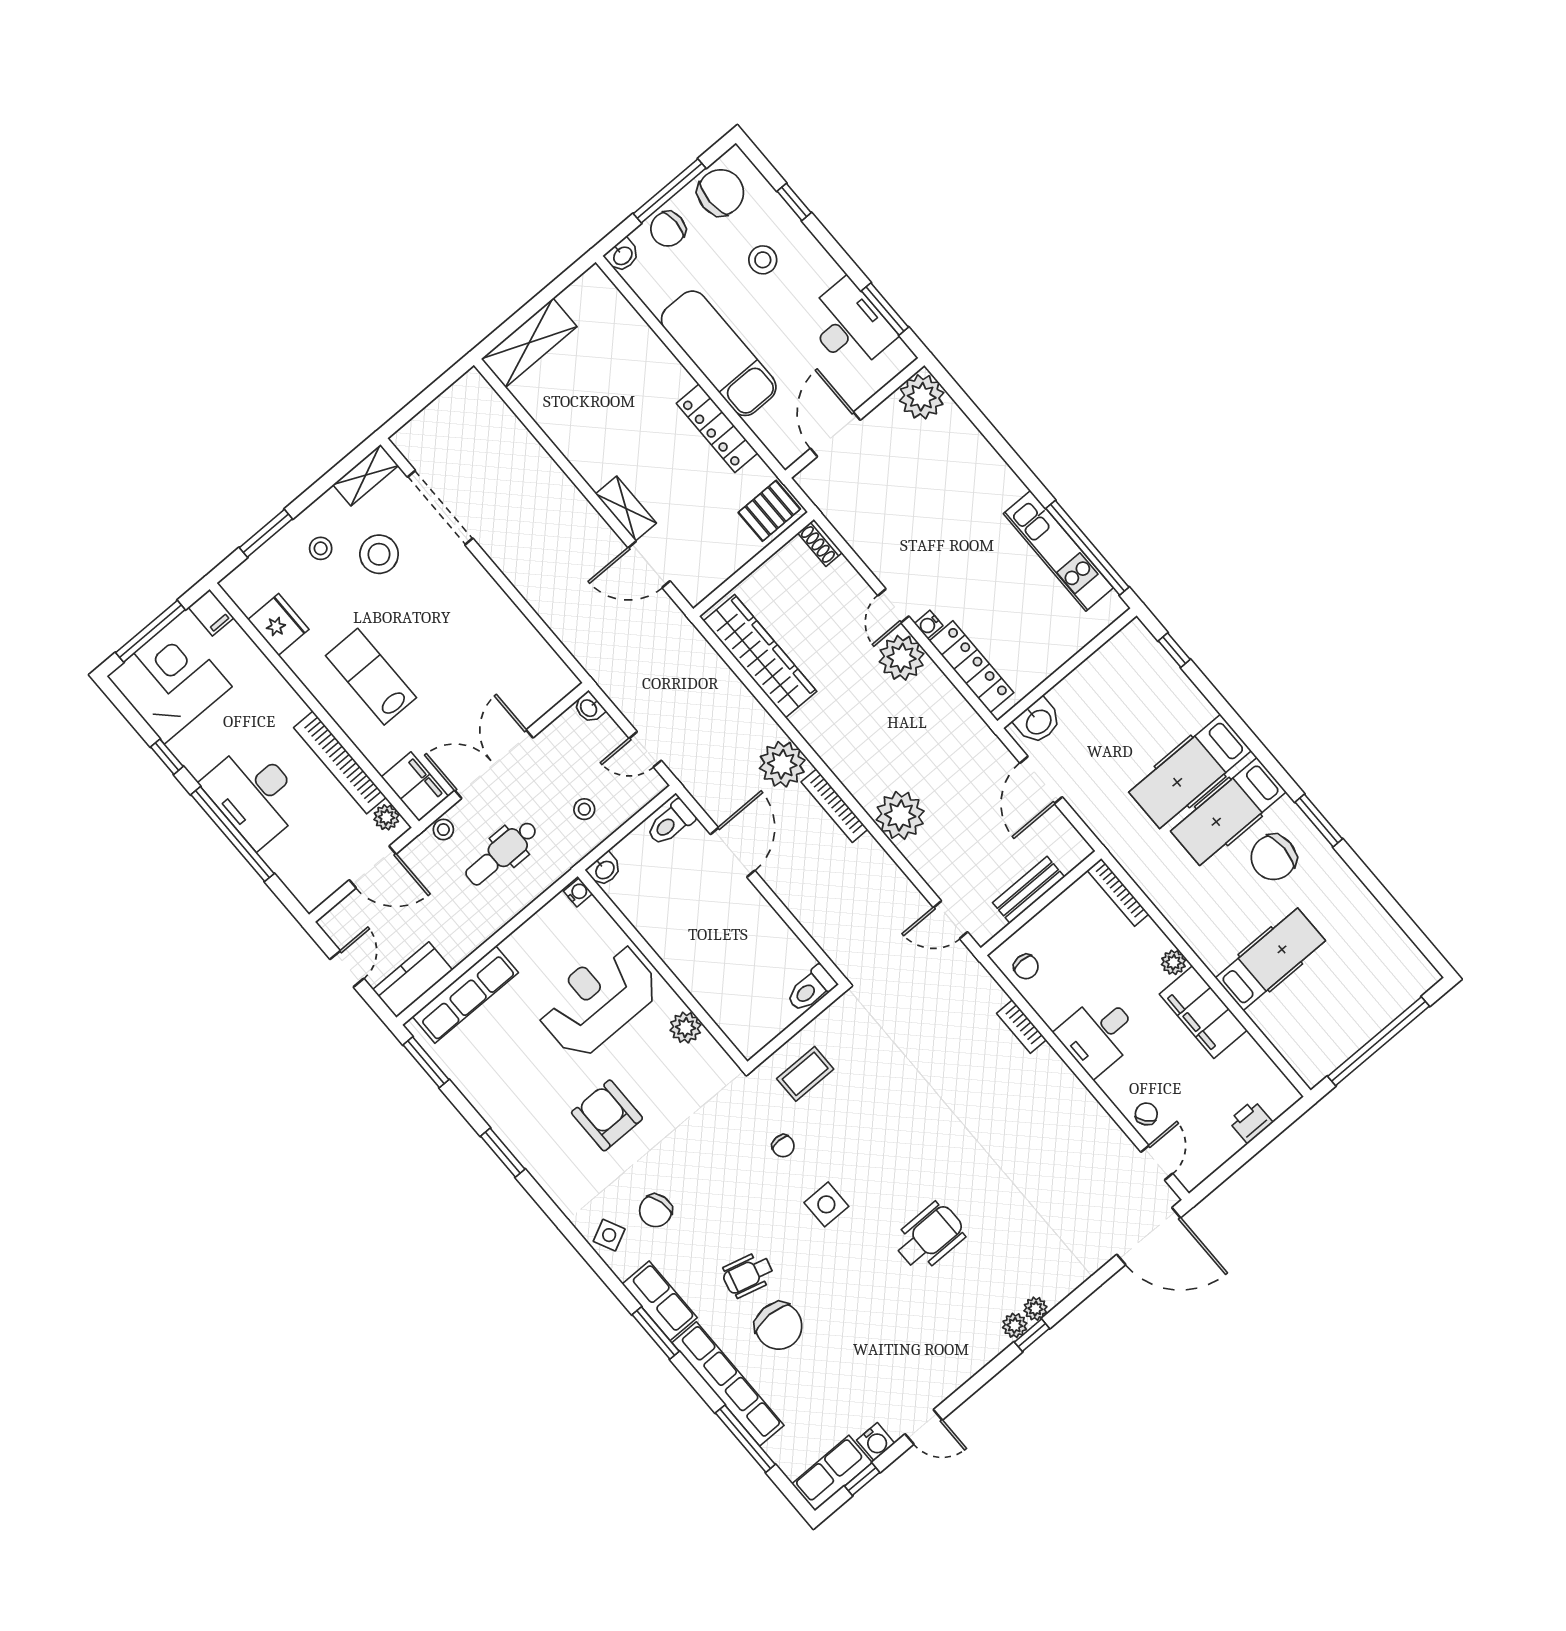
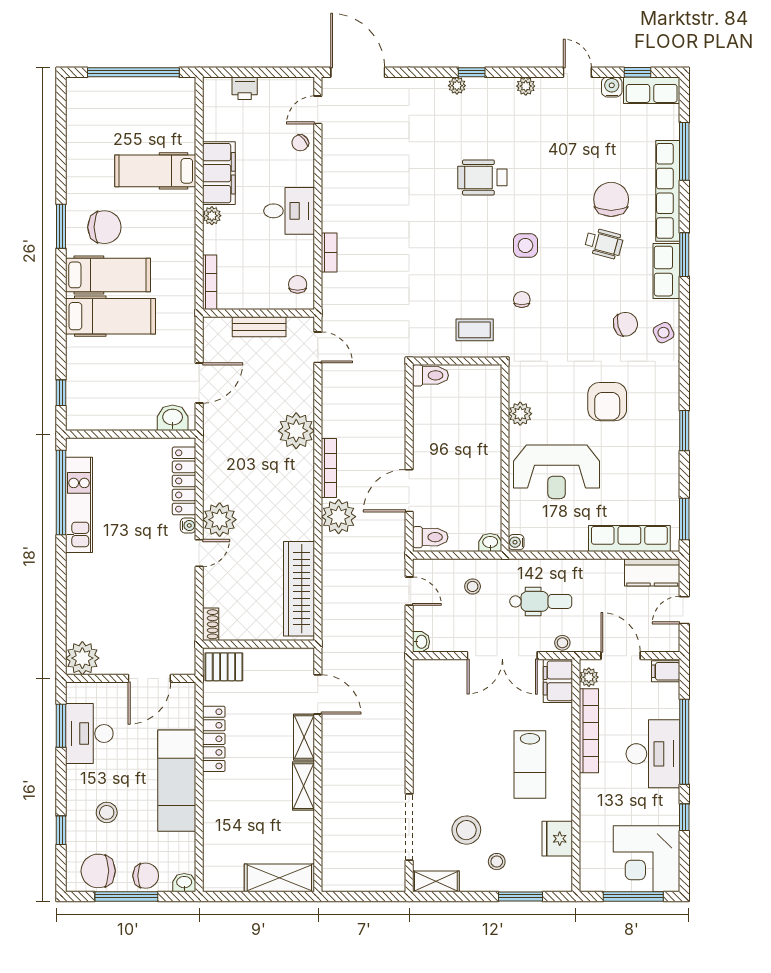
shelving: (584, 458) -> (304, 786), added
filing cabinet: (211, 613) -> (666, 671), moved, turned -90
plant: (1015, 1325) -> (526, 86), moved

